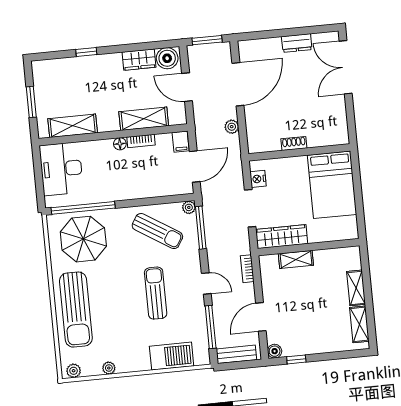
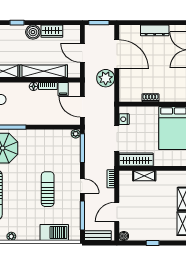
dresser: (297, 43) -> (155, 30), width x1.44
boiler: (167, 58) -> (33, 32), moved
door: (238, 84) -> (117, 54), hinge flipped
shelving: (144, 119) -> (44, 71), width x1.47
plant: (232, 127) -> (106, 78), width x1.87, depth x1.87
filing cabinet: (181, 142) -> (63, 89), moved
door: (195, 167) -> (82, 107), swing flipped
sun lounger: (157, 231) -> (53, 148), removed
window: (296, 359) -> (153, 243), moved

